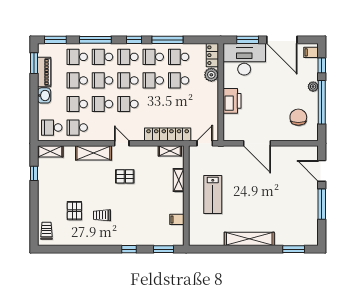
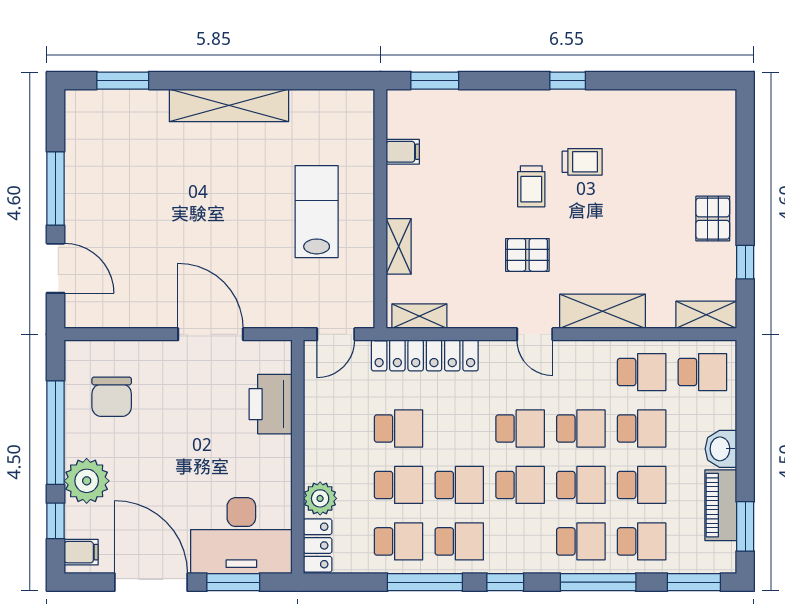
school desk: (128, 57) -> (398, 429), moved
plant: (313, 87) -> (87, 481), width x1.87, depth x1.87
printer: (232, 101) -> (271, 404), moved
pallet: (74, 211) -> (713, 219), moved
trolley: (46, 231) -> (531, 186), moved
window: (129, 249) -> (568, 81), moved

